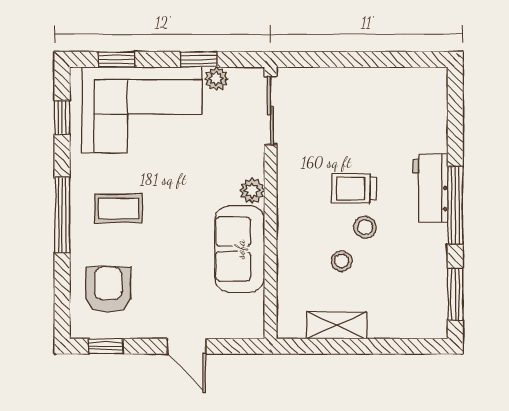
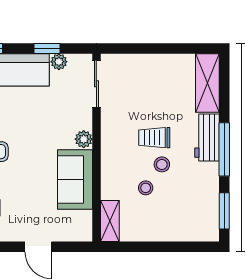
shelving: (431, 109) -> (207, 83), added
shelving: (337, 325) -> (110, 221), moved, turned 90

